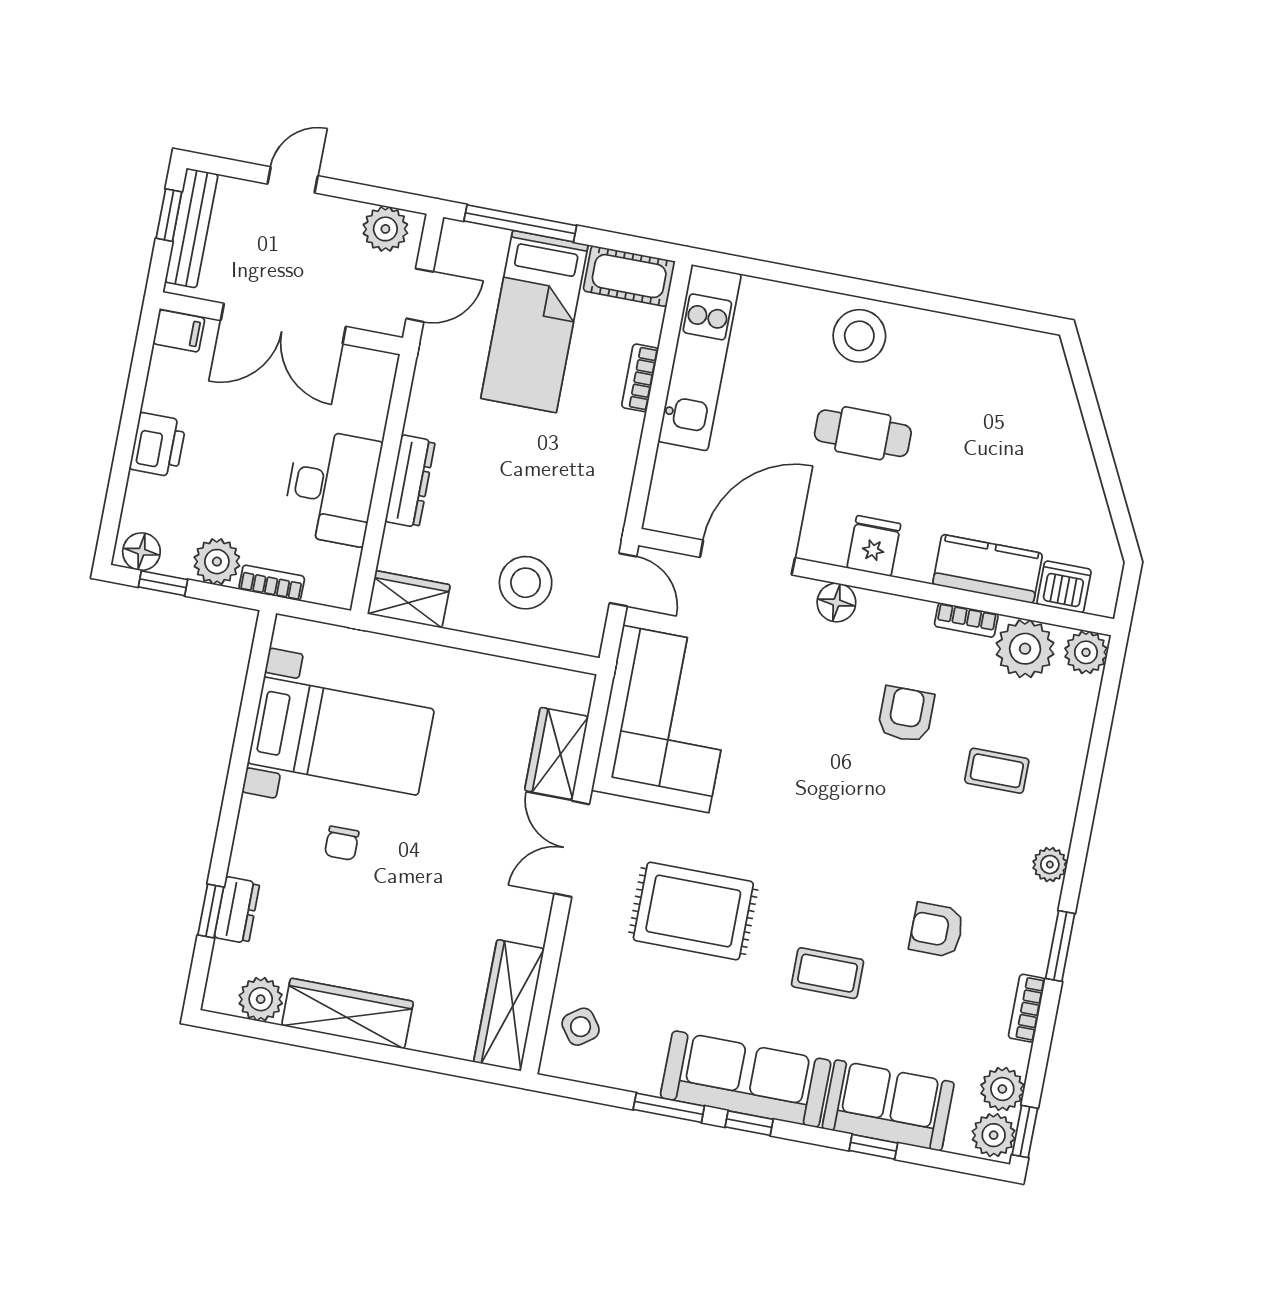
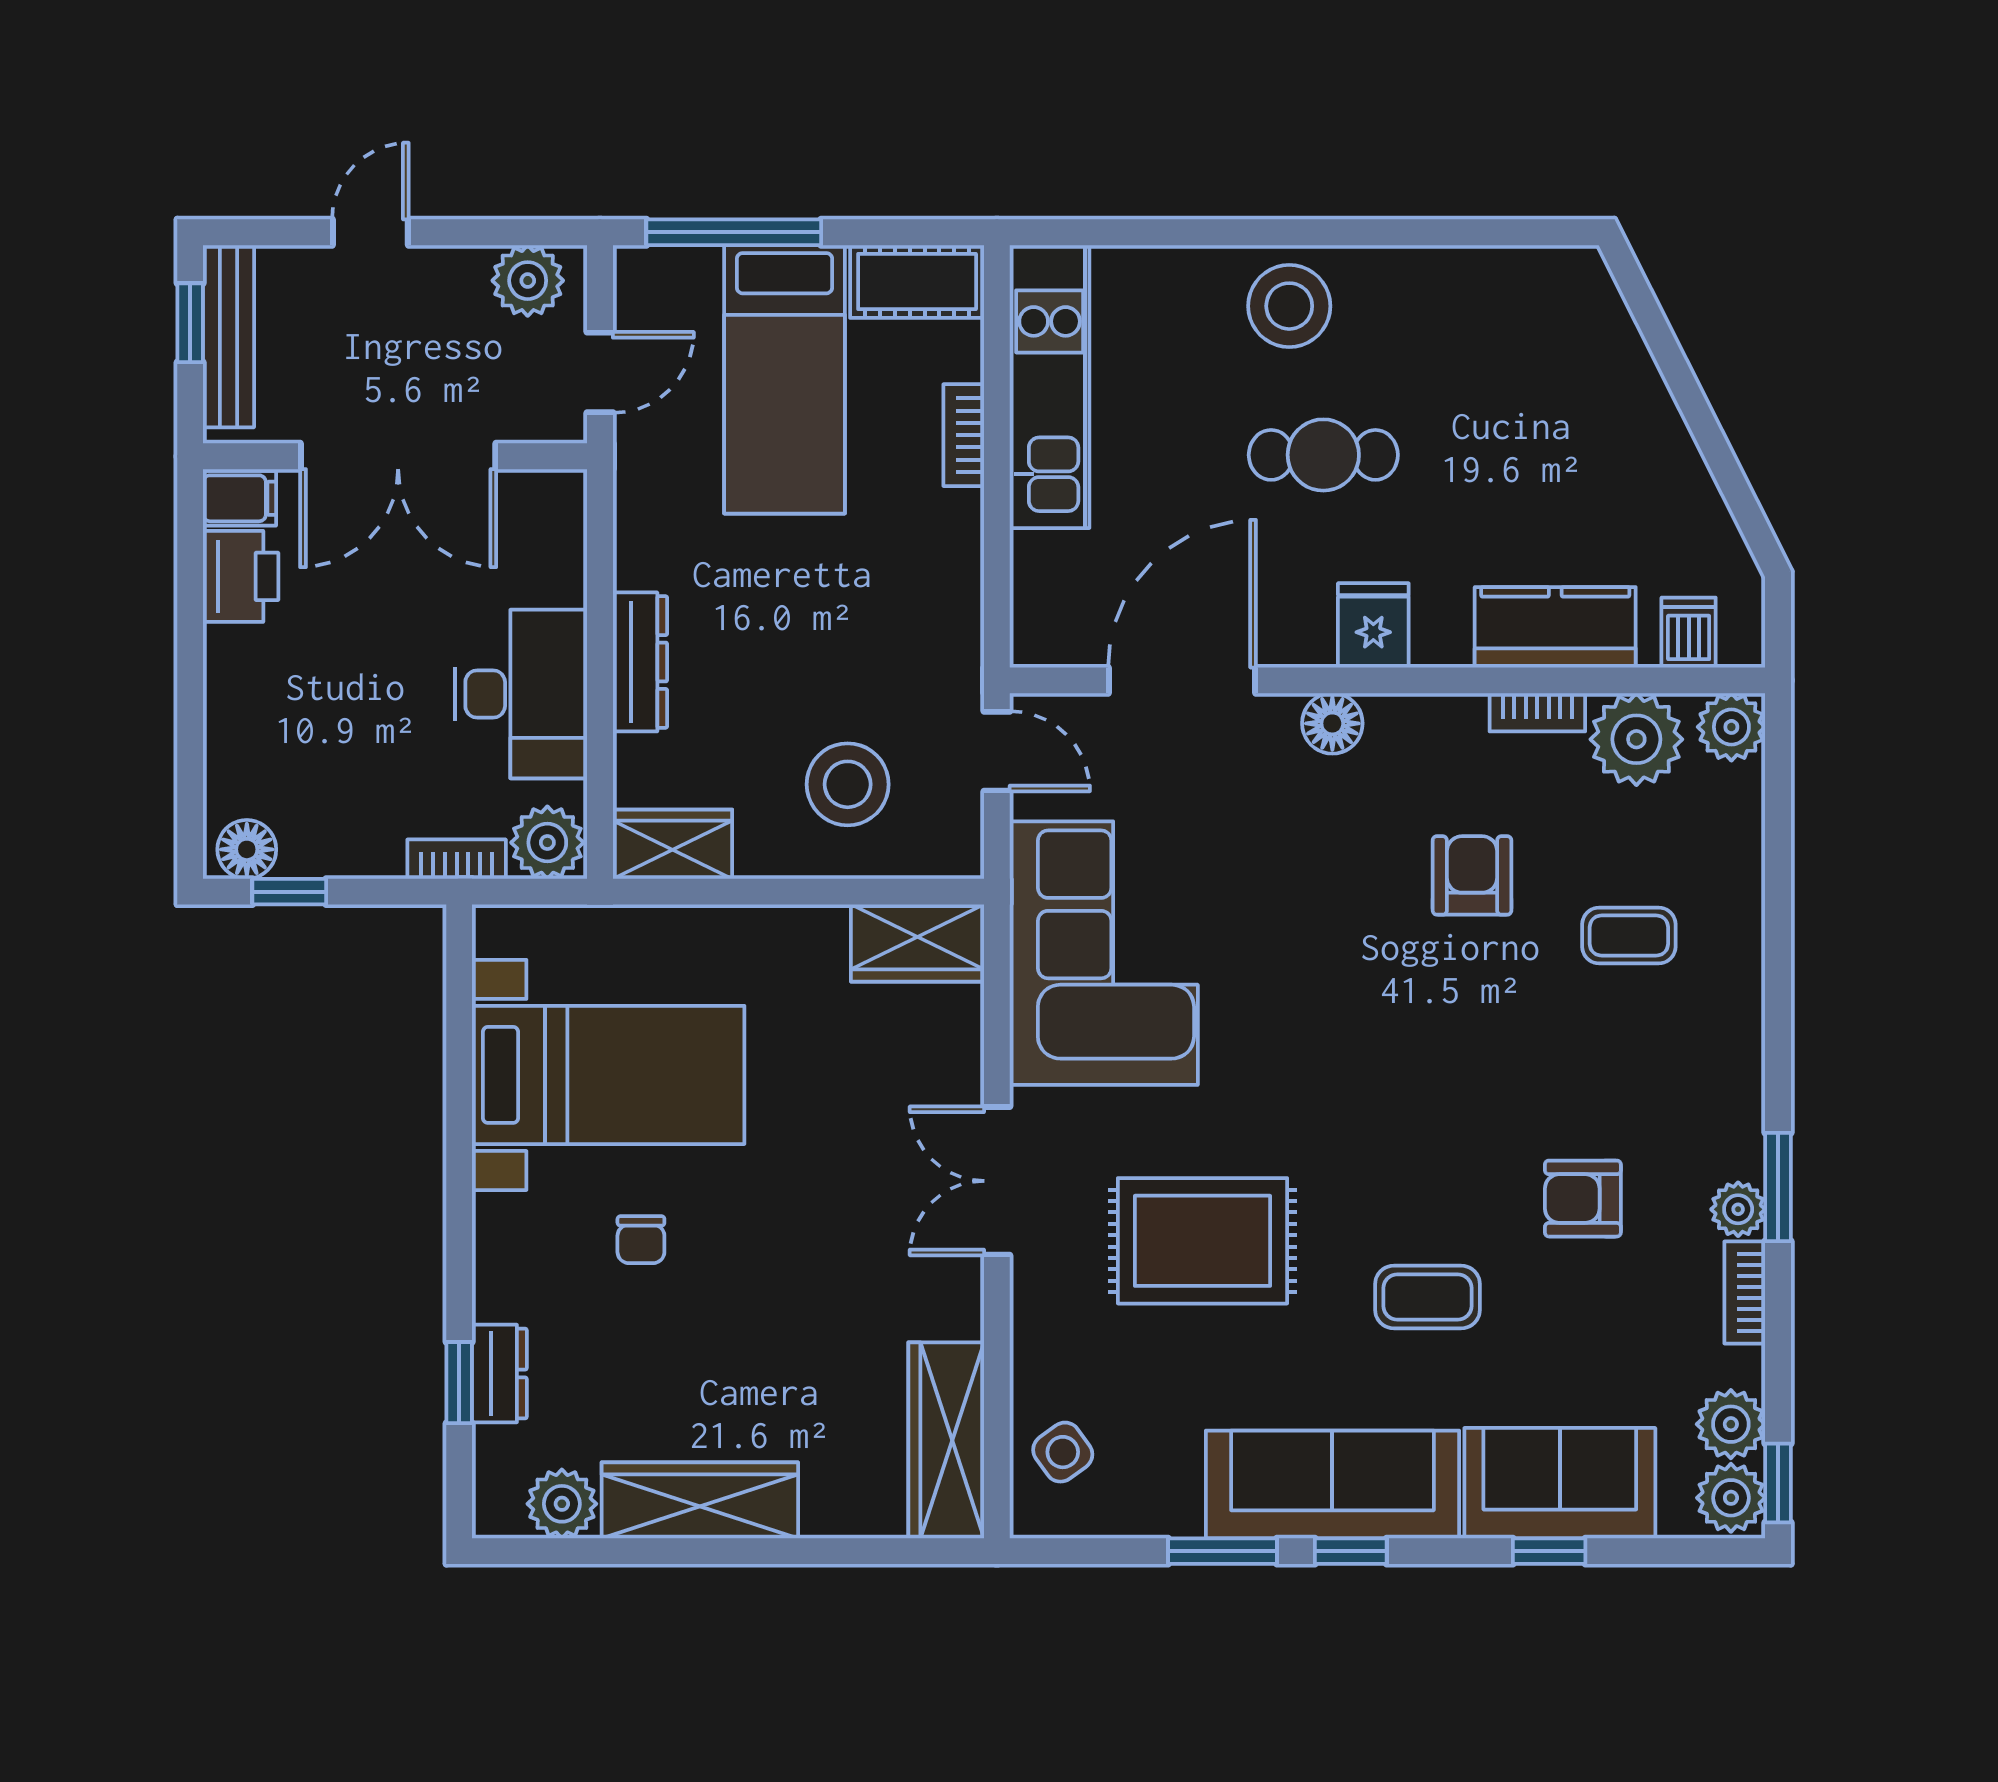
printer: (158, 445) -> (241, 576), moved
plant: (217, 562) -> (547, 843), moved
dishwasher: (1064, 587) -> (1689, 633), width x0.73
wardrobe: (557, 753) -> (917, 943), moved, turned -90
plant: (1050, 865) -> (1738, 1209), moved

